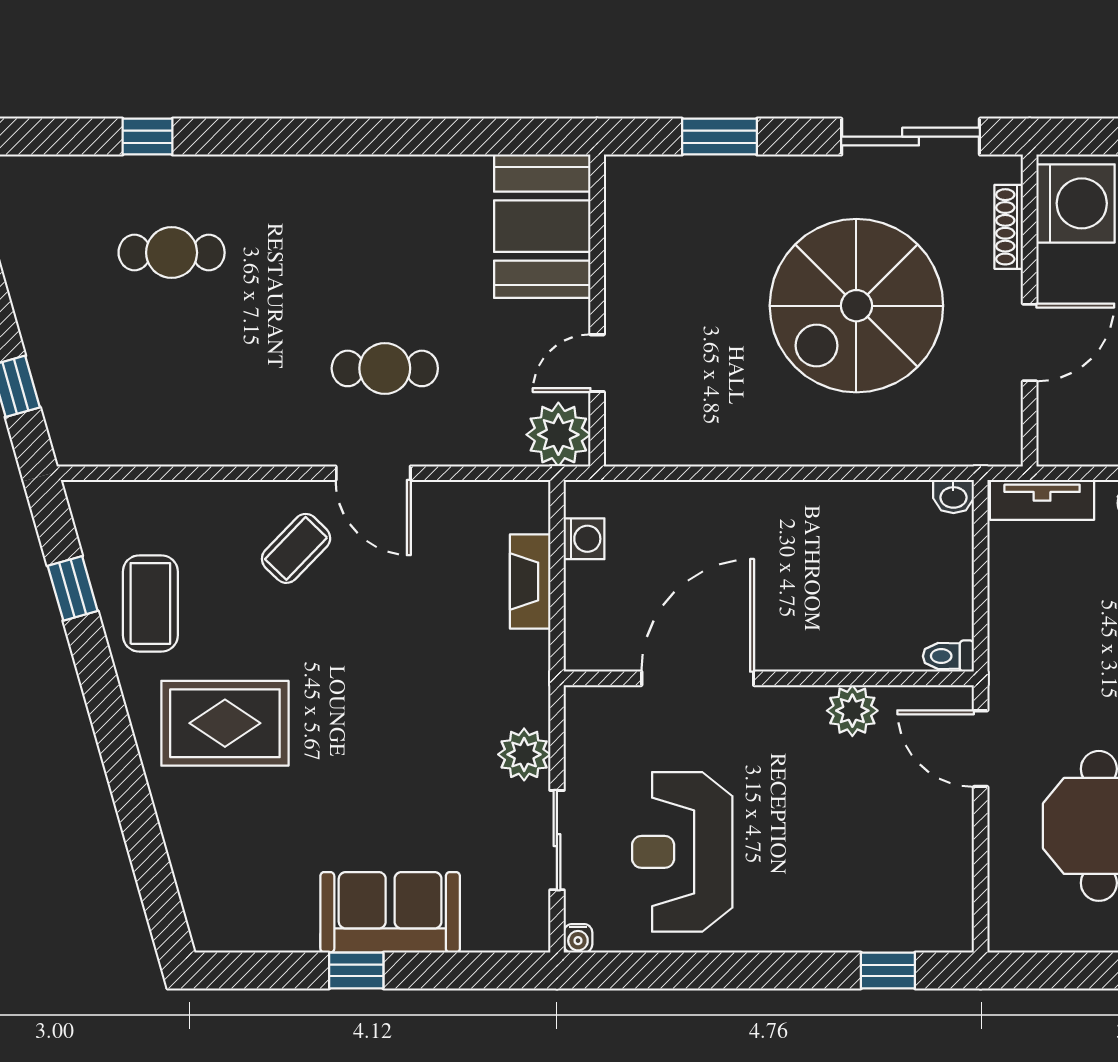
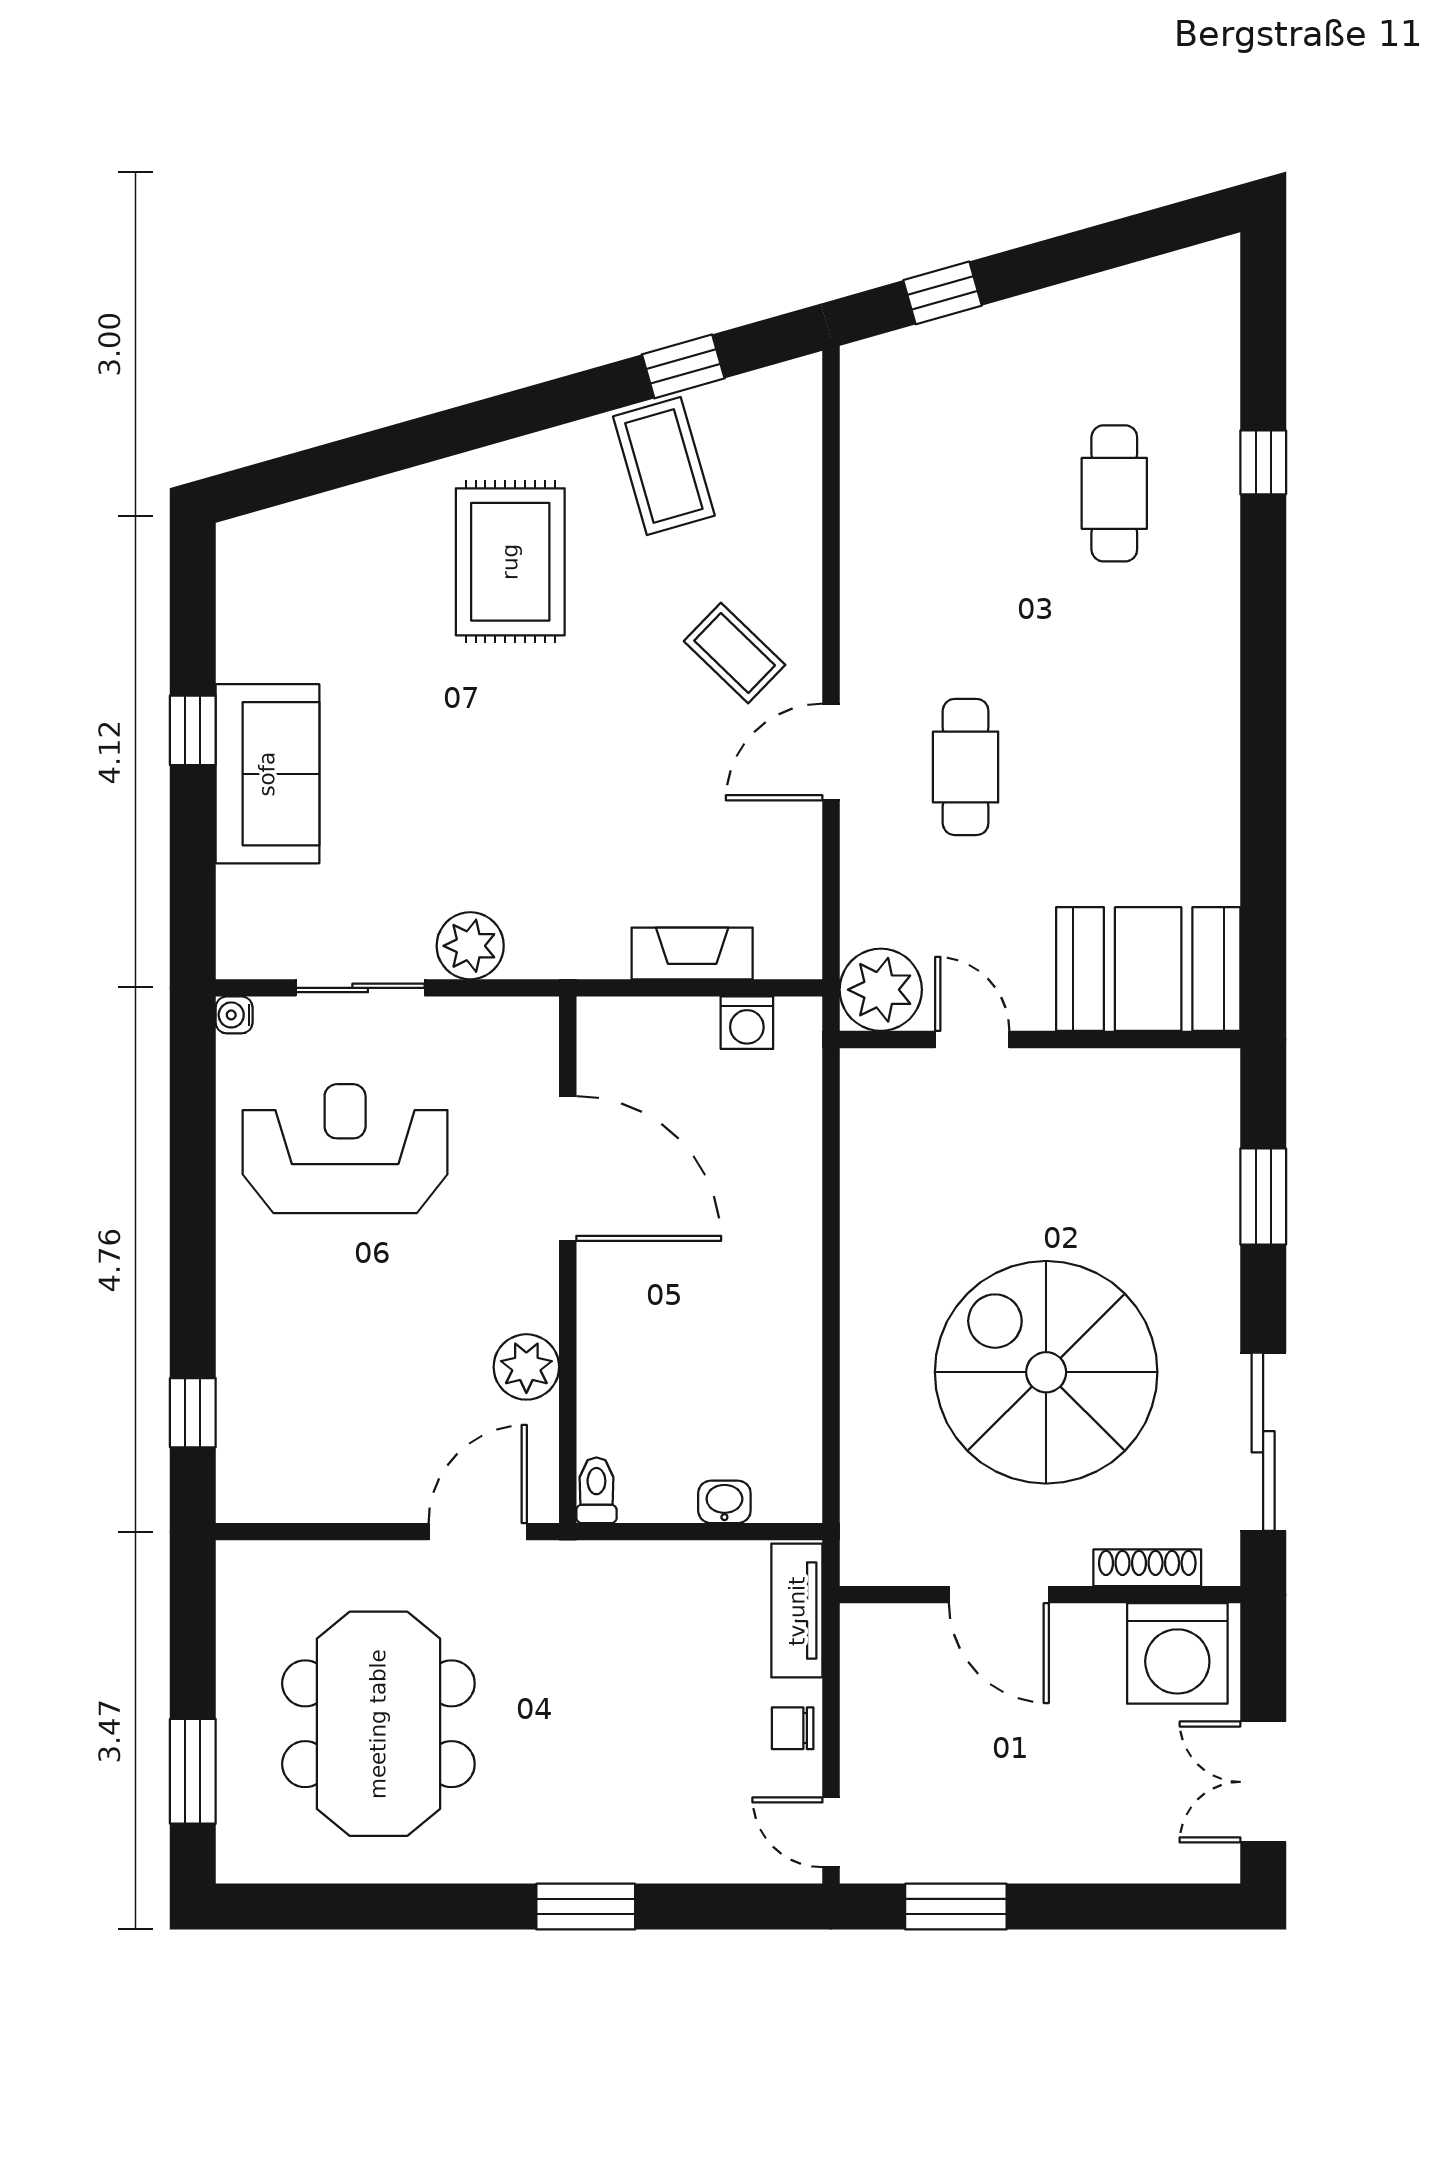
washbasin: (953, 496) -> (724, 1502), moved, turned 90
coffee table: (150, 604) -> (664, 466), turned 74

